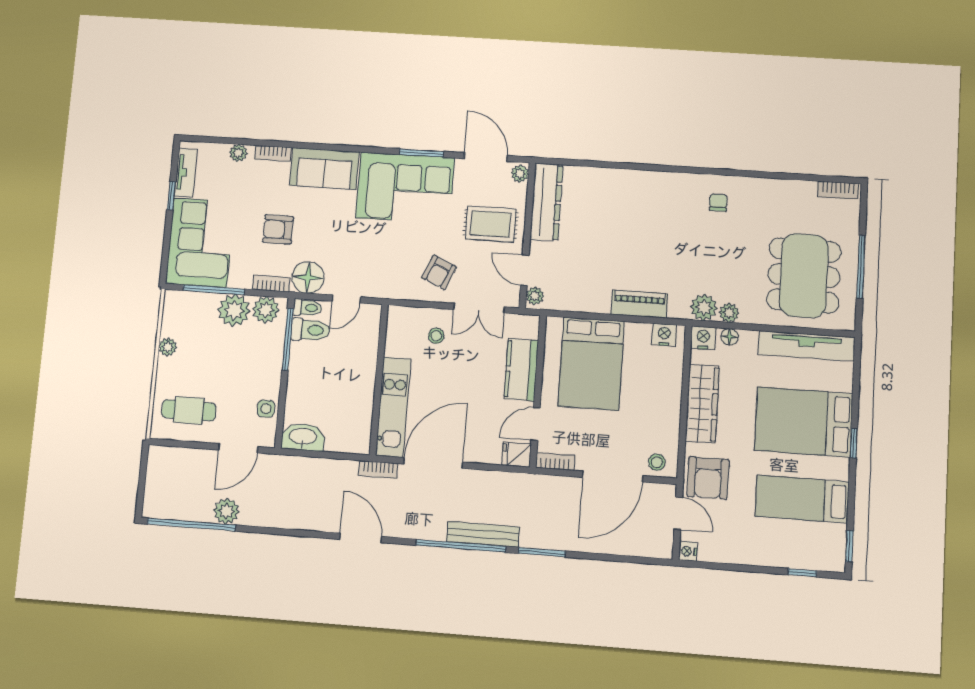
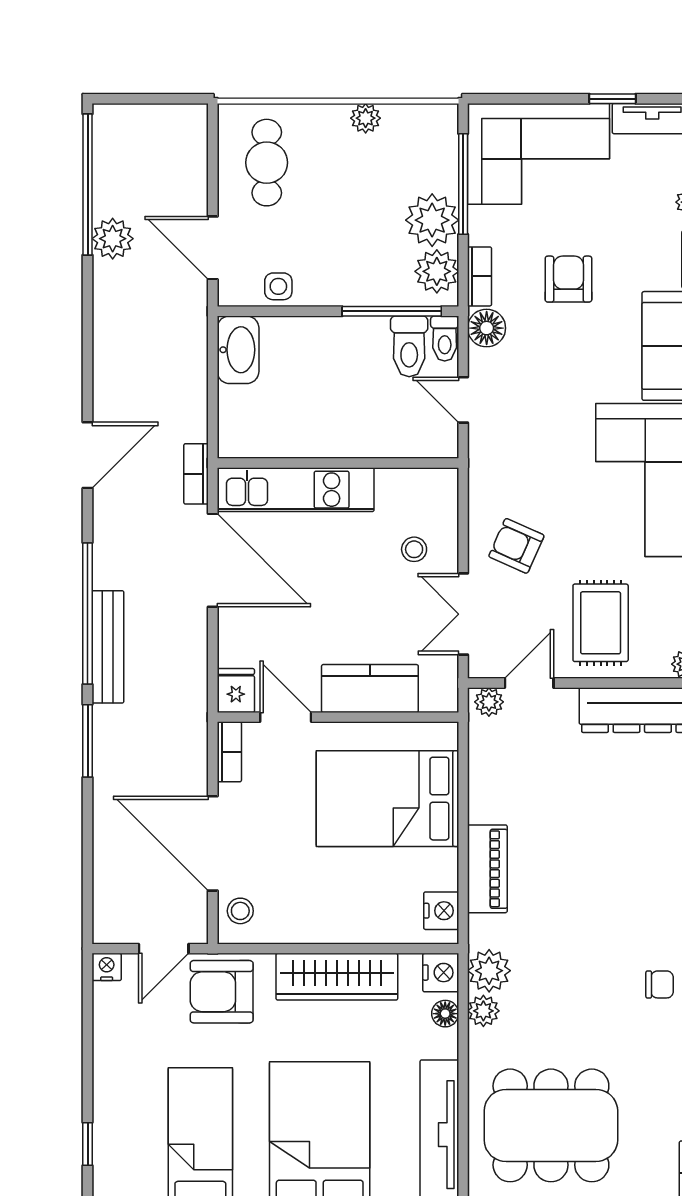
floor lamp: (308, 277) -> (487, 328), width x0.73, depth x0.73

